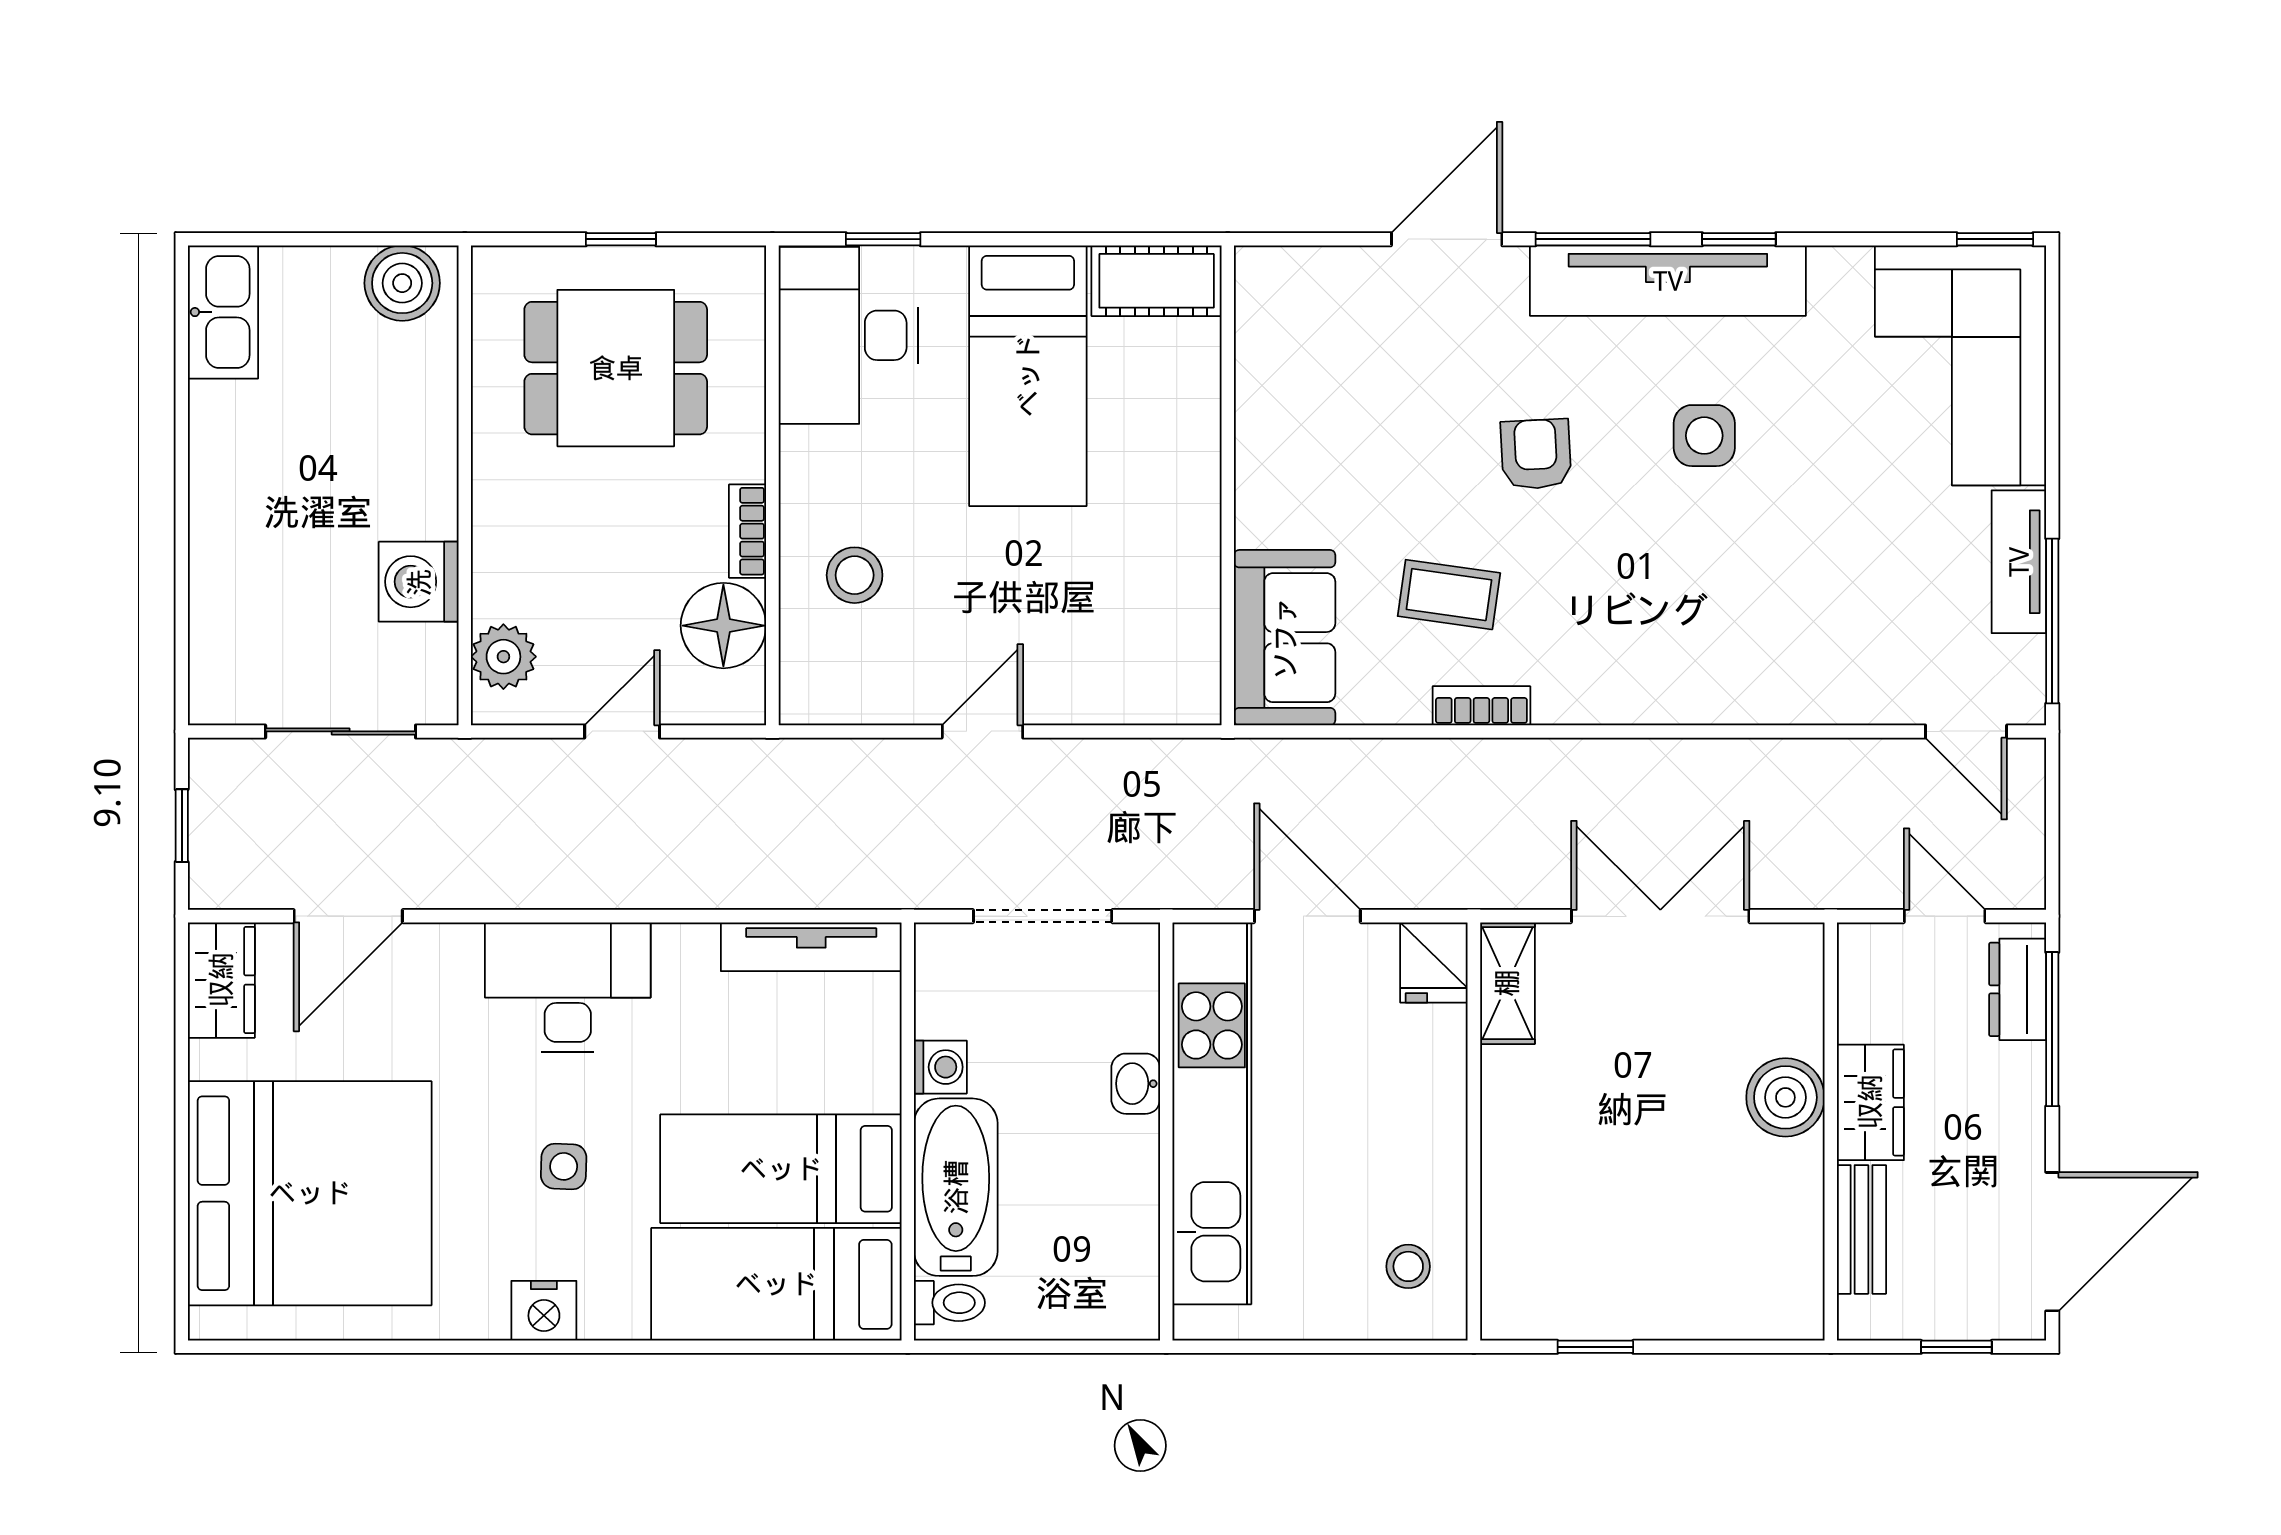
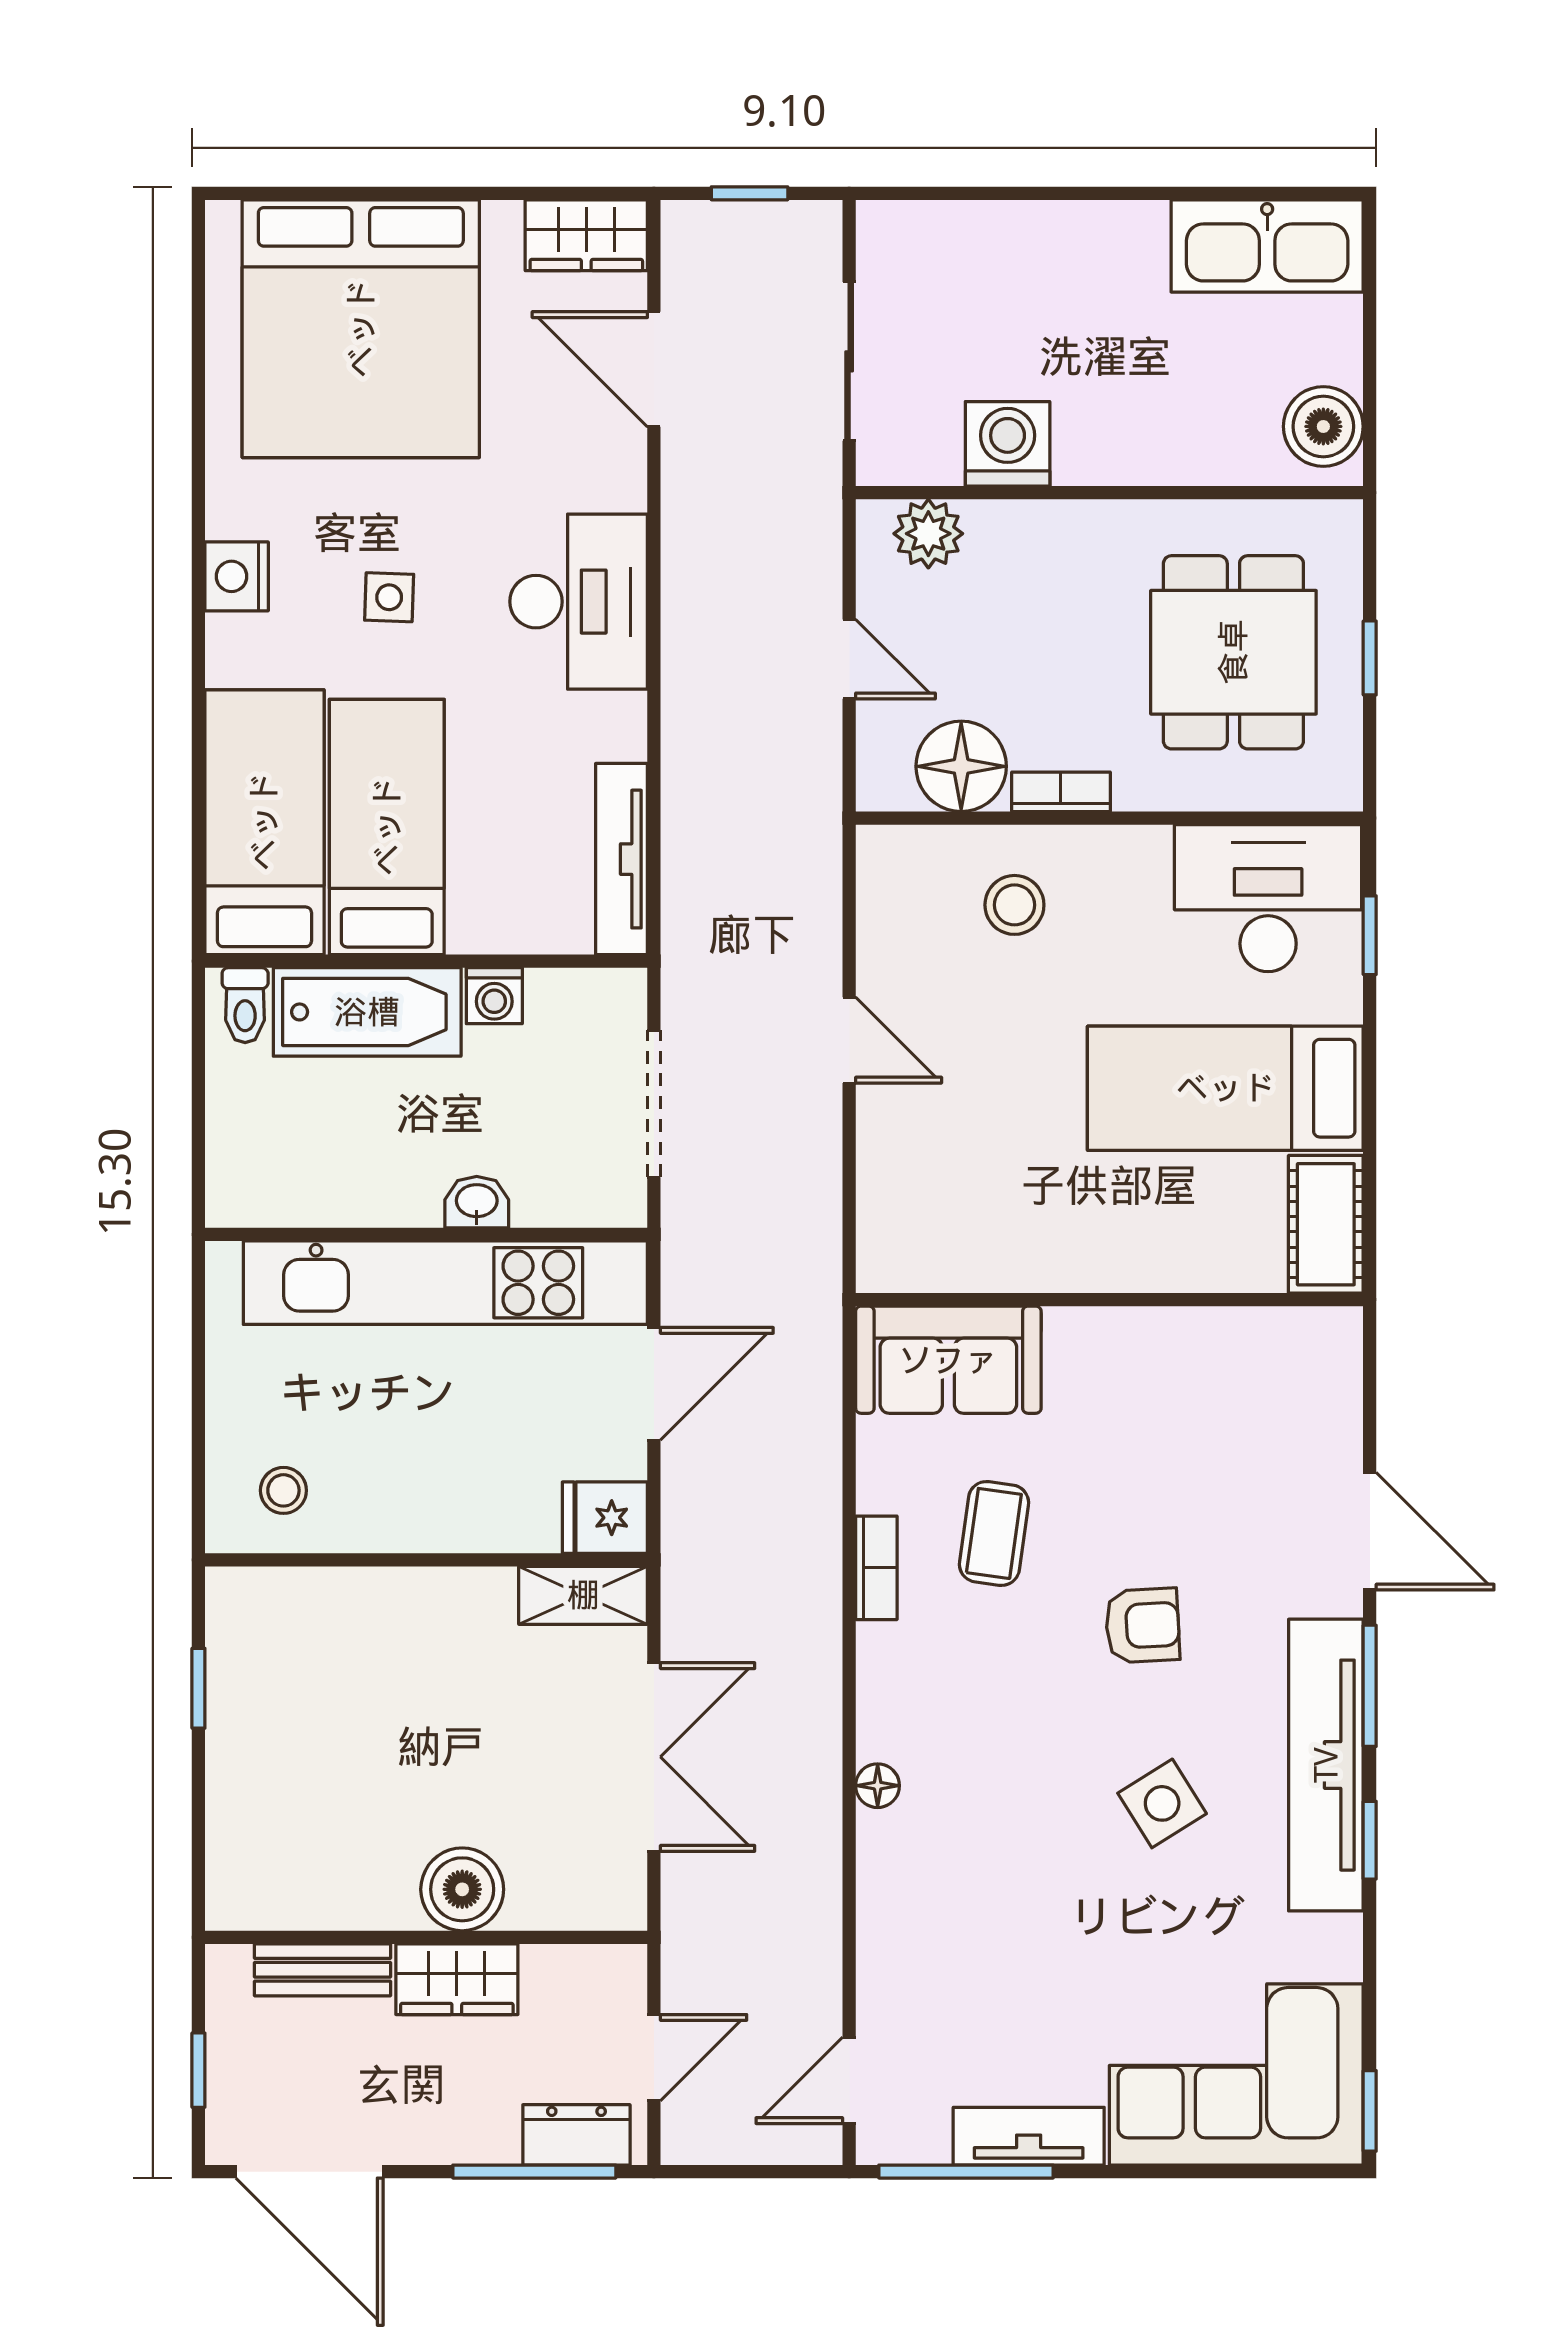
kitchen sink: (223, 312) -> (1267, 246), width x1.36, depth x1.24
side table: (1704, 436) -> (1162, 1803), turned -32
floor lamp: (1687, 705) -> (878, 1786), added

